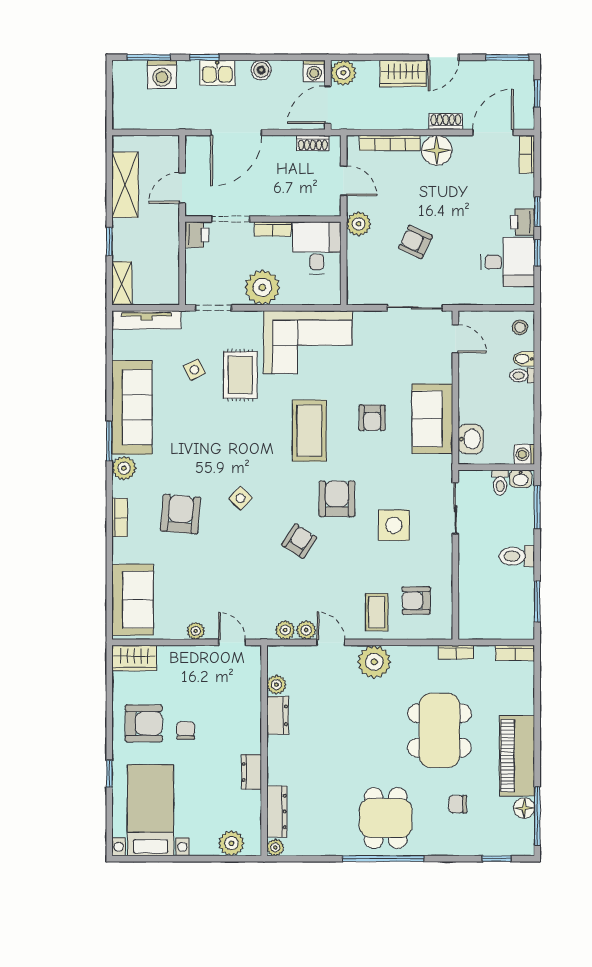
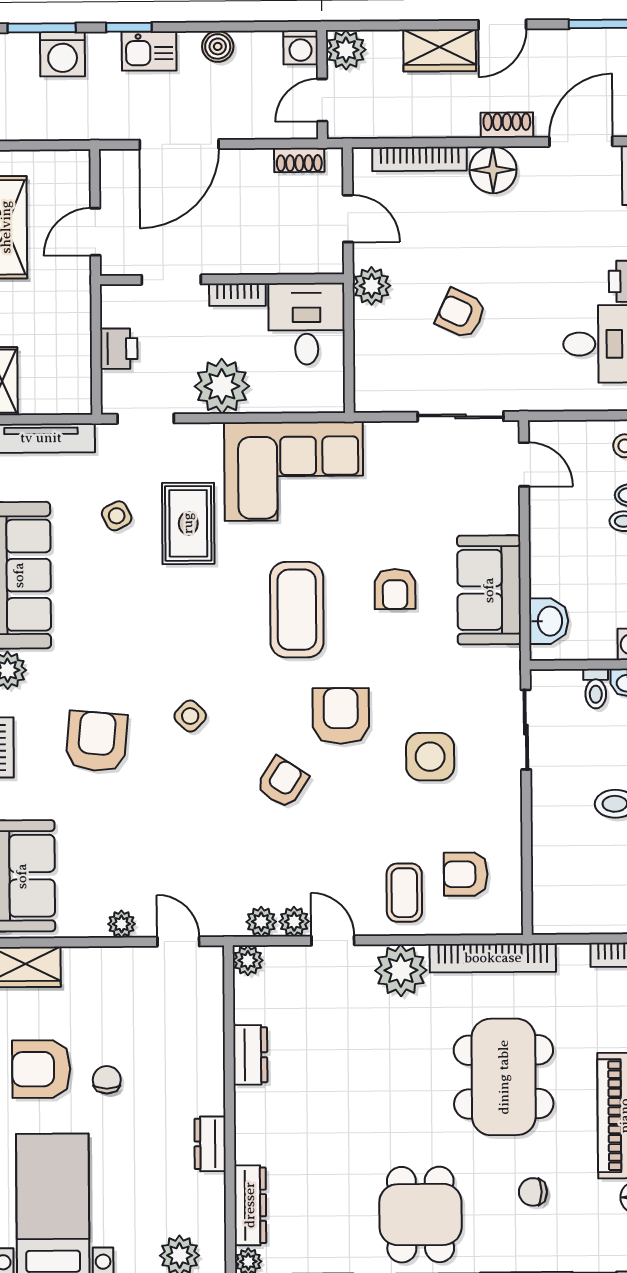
door: (328, 105) -> (322, 100), width x0.73
printer: (197, 235) -> (119, 349), moved
bookcase: (456, 652) -> (493, 958), width x2.31, depth x1.31
plant: (276, 685) -> (248, 960), moved
armchair: (144, 723) -> (41, 1069), turned 180

